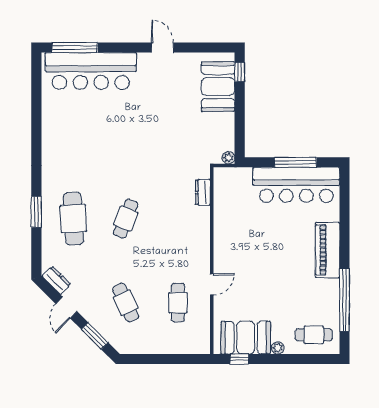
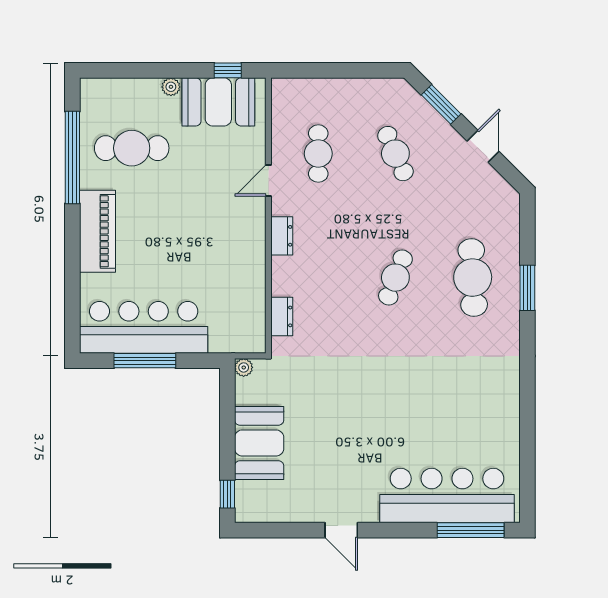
booth: (218, 87) -> (259, 443), moved
dresser: (56, 280) -> (282, 236), moved, turned -135
cafe table: (314, 335) -> (132, 148), moved, width x1.37, depth x1.35

